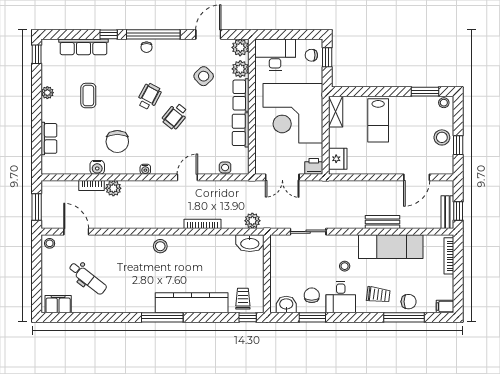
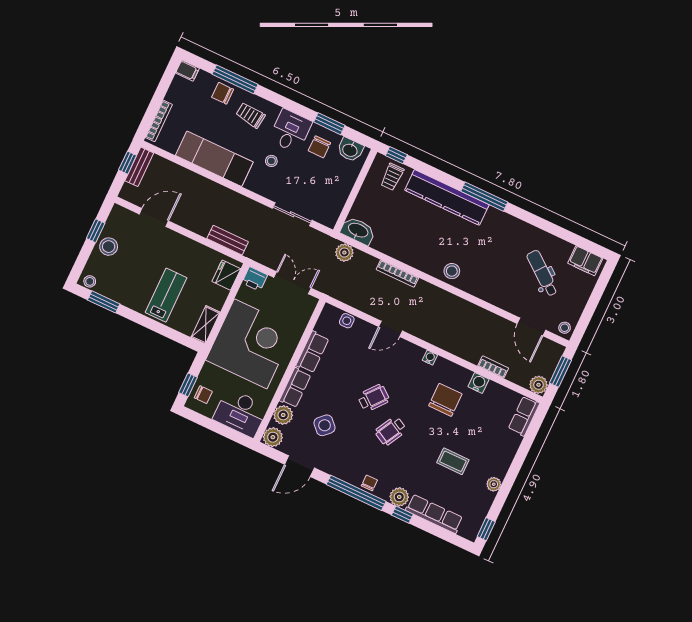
plant: (118, 47) -> (399, 497), added
coffee table: (88, 96) -> (453, 461), turned 90
row of seats: (49, 138) -> (524, 416), moved
plant: (113, 188) -> (539, 385), moved
bench: (383, 222) -> (228, 240), moved

